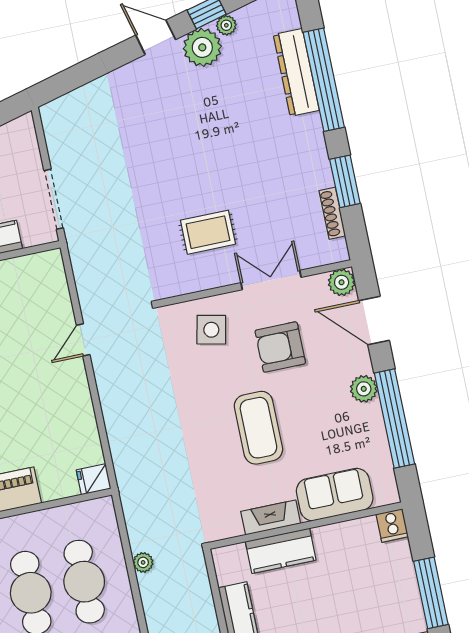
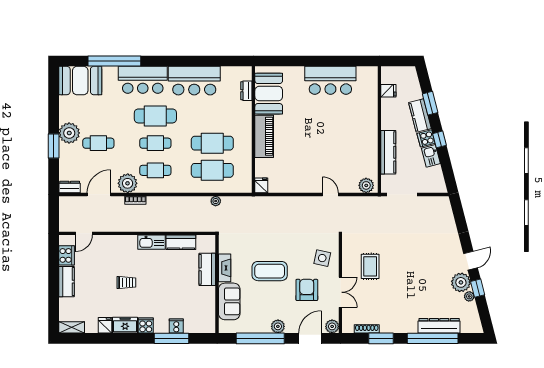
plant: (51, 273) -> (366, 185), added
cooker: (392, 525) -> (176, 326), moved, turned 90

